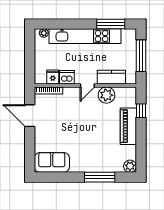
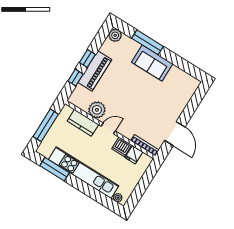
window: (141, 133) -> (87, 59), added
sofa: (52, 162) -> (152, 63), moved

